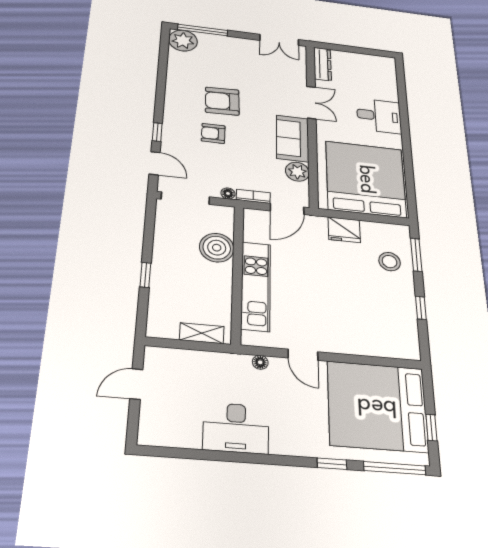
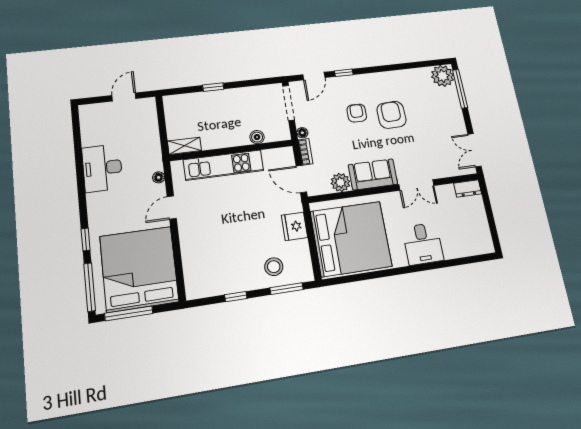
dresser: (322, 64) -> (468, 188), width x0.70
boiler: (217, 248) -> (257, 137), width x0.54, depth x0.54
shelving: (202, 333) -> (184, 146), moved, turned 90
door: (136, 384) -> (124, 97), hinge flipped
window: (431, 428) -> (129, 313), width x2.17

